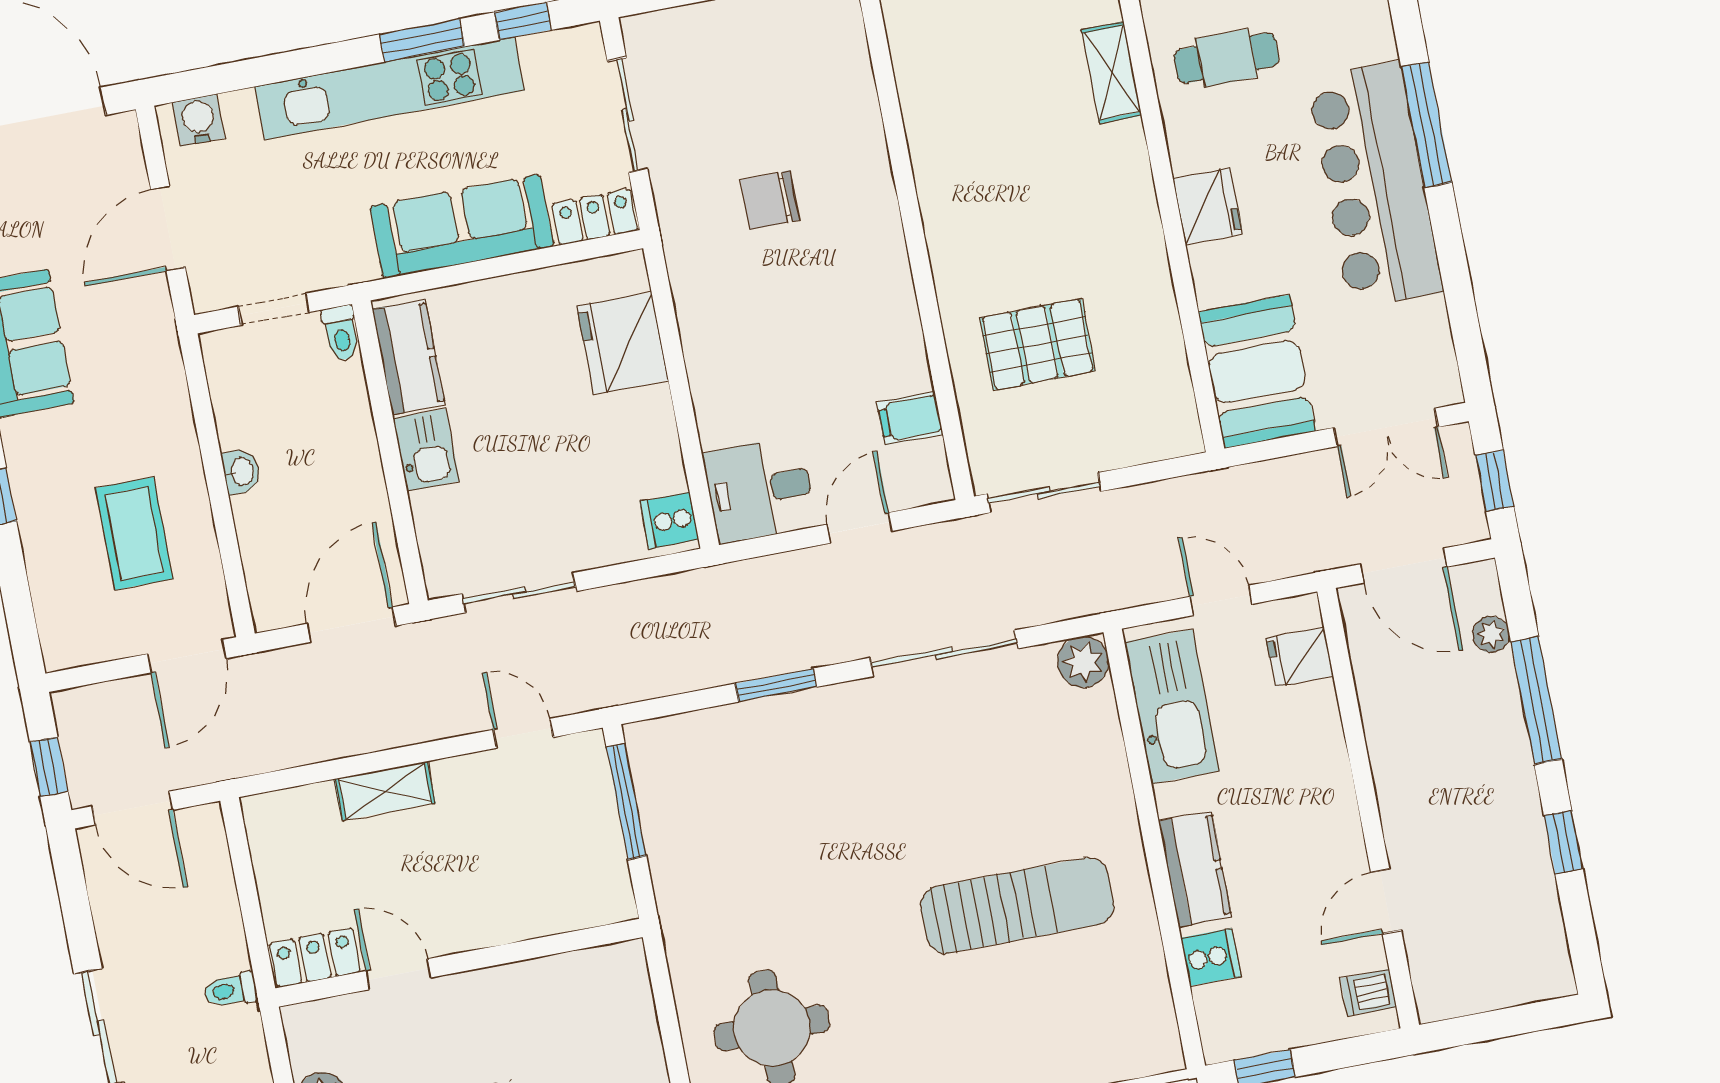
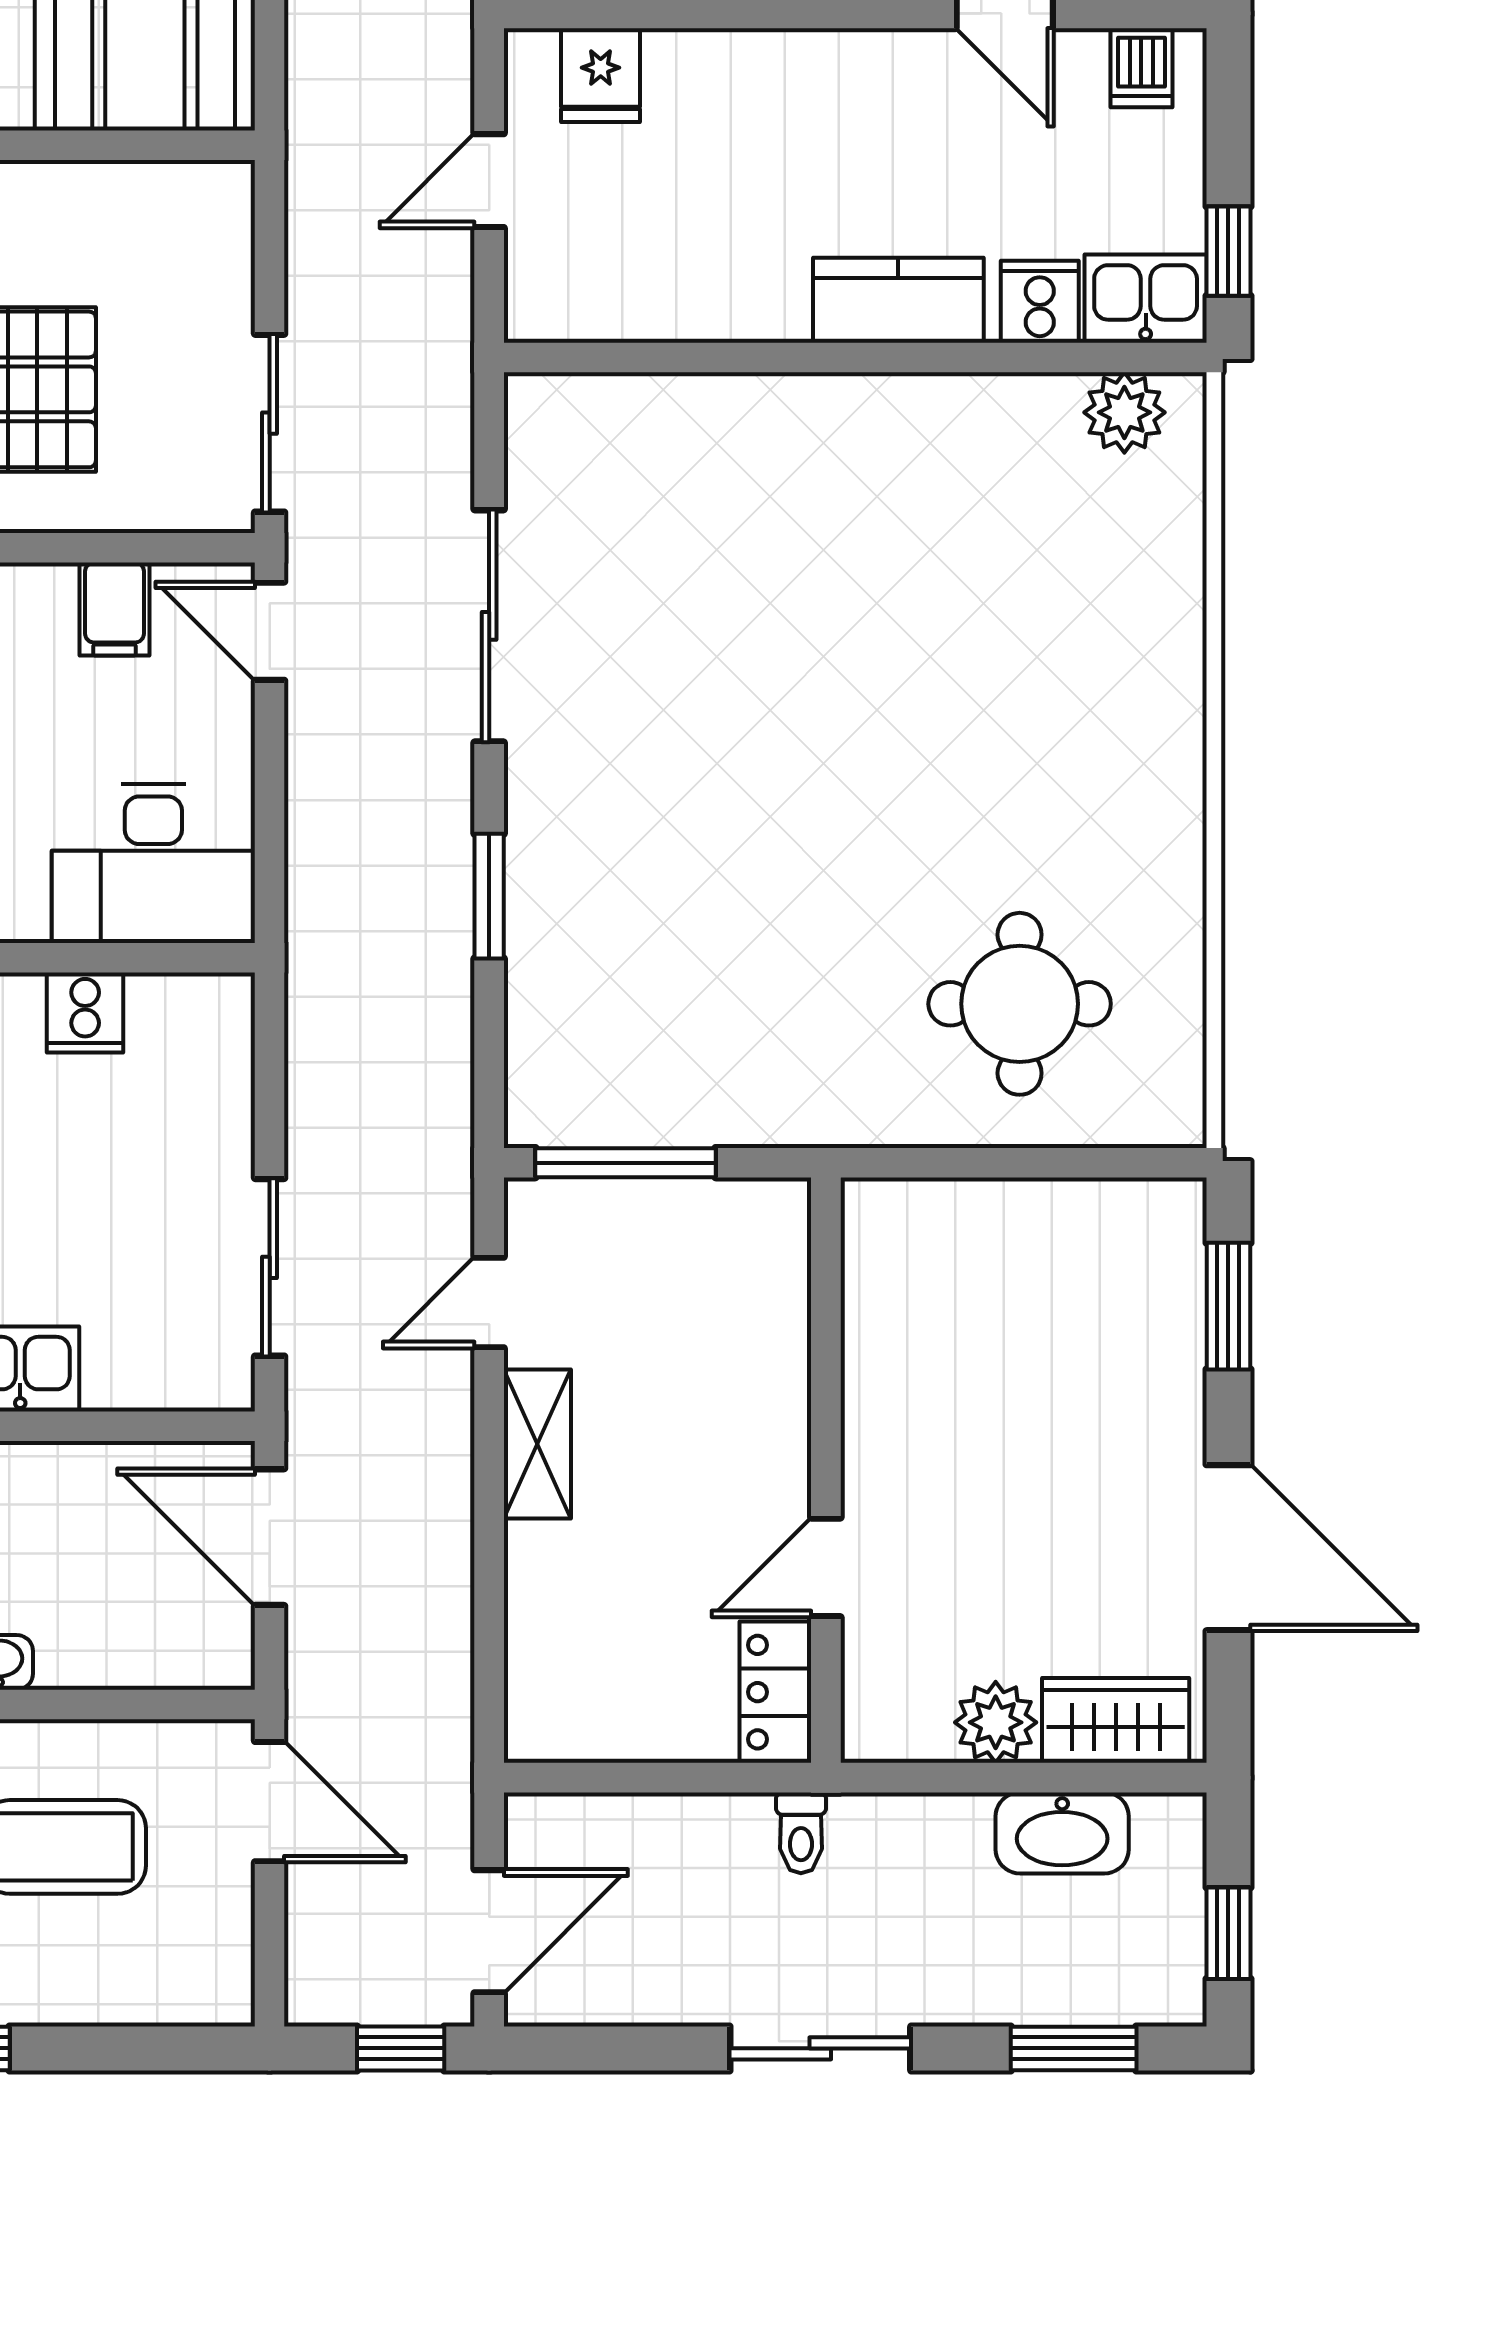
desk: (760, 490) -> (153, 863), width x1.37
cooker: (669, 521) -> (85, 1013), moved
door: (860, 528) -> (270, 631), moved
plant: (1083, 662) -> (1124, 412), moved
kitchen sink: (1172, 707) -> (1146, 299), moved, width x0.53, depth x0.81
shelving: (385, 791) -> (537, 1444), moved
sun lounger: (1017, 906) -> (902, 587), removed

